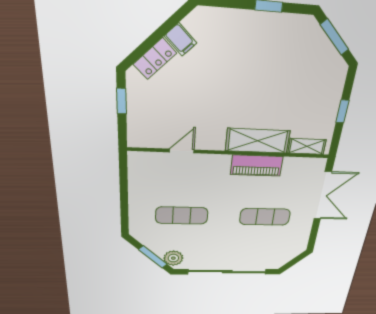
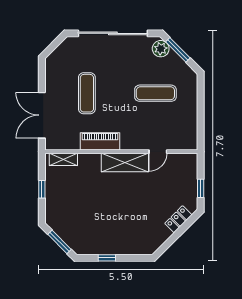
filing cabinet: (181, 40) -> (162, 233), removed
shelving: (258, 141) -> (125, 163), moved
exercise mat: (265, 217) -> (87, 93), turned 90

